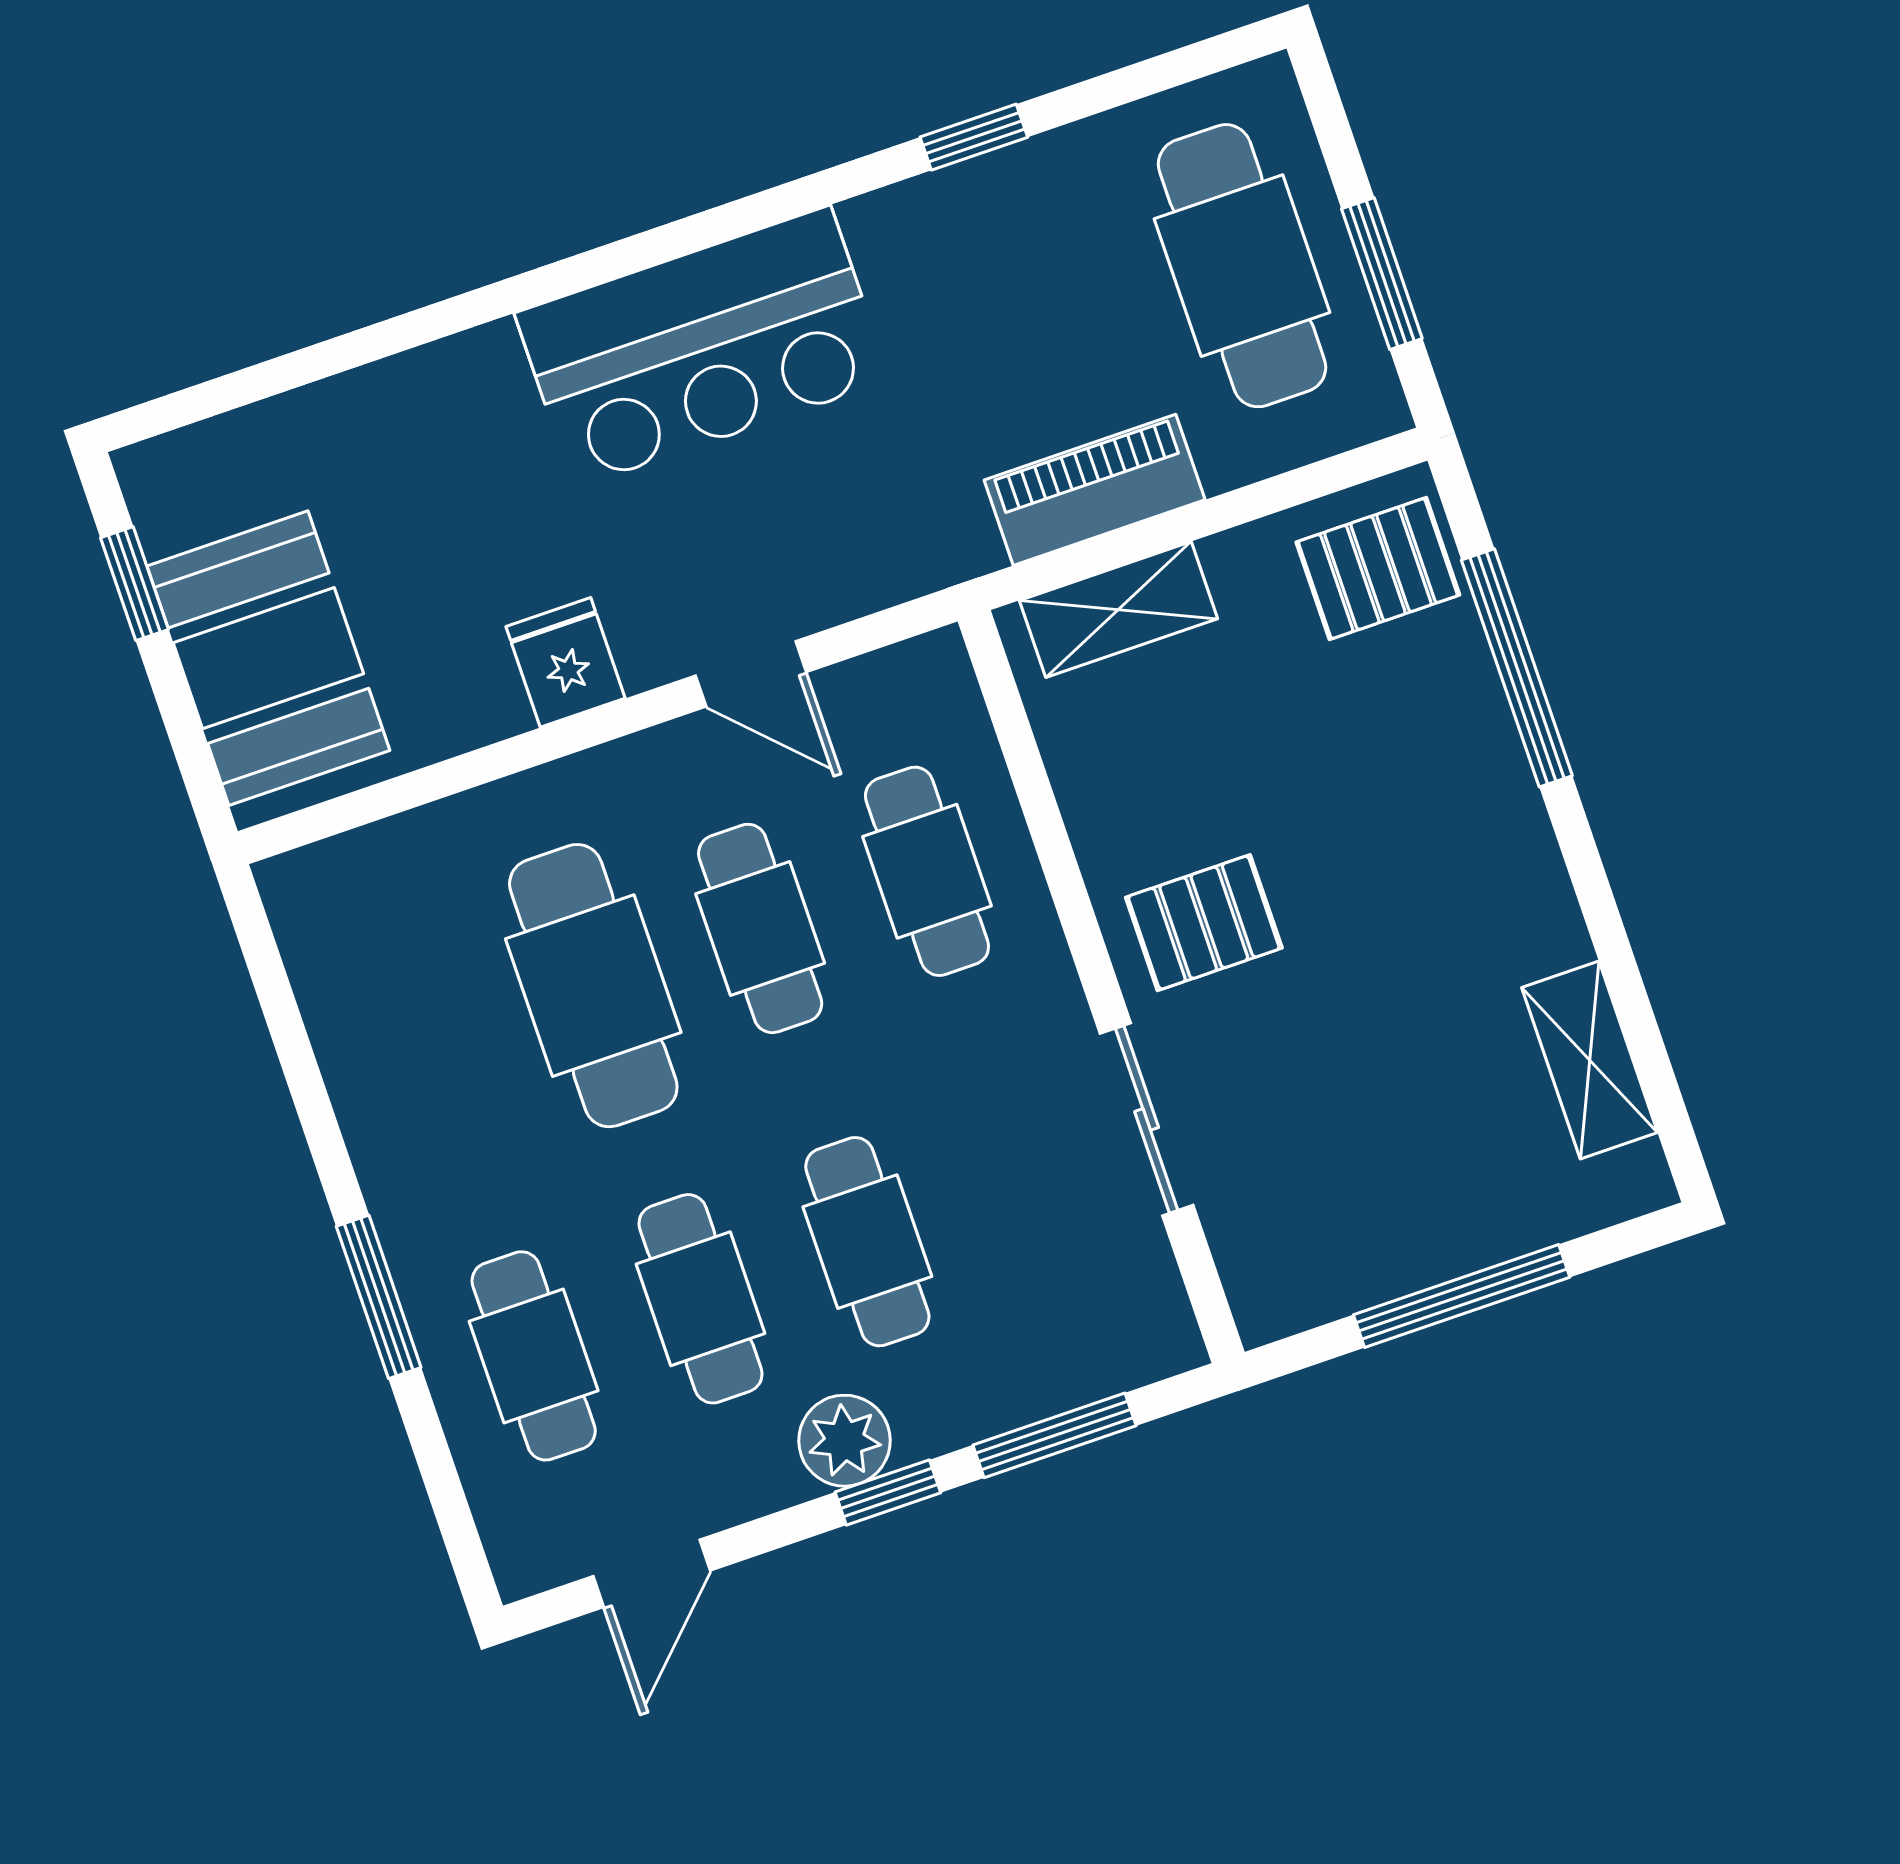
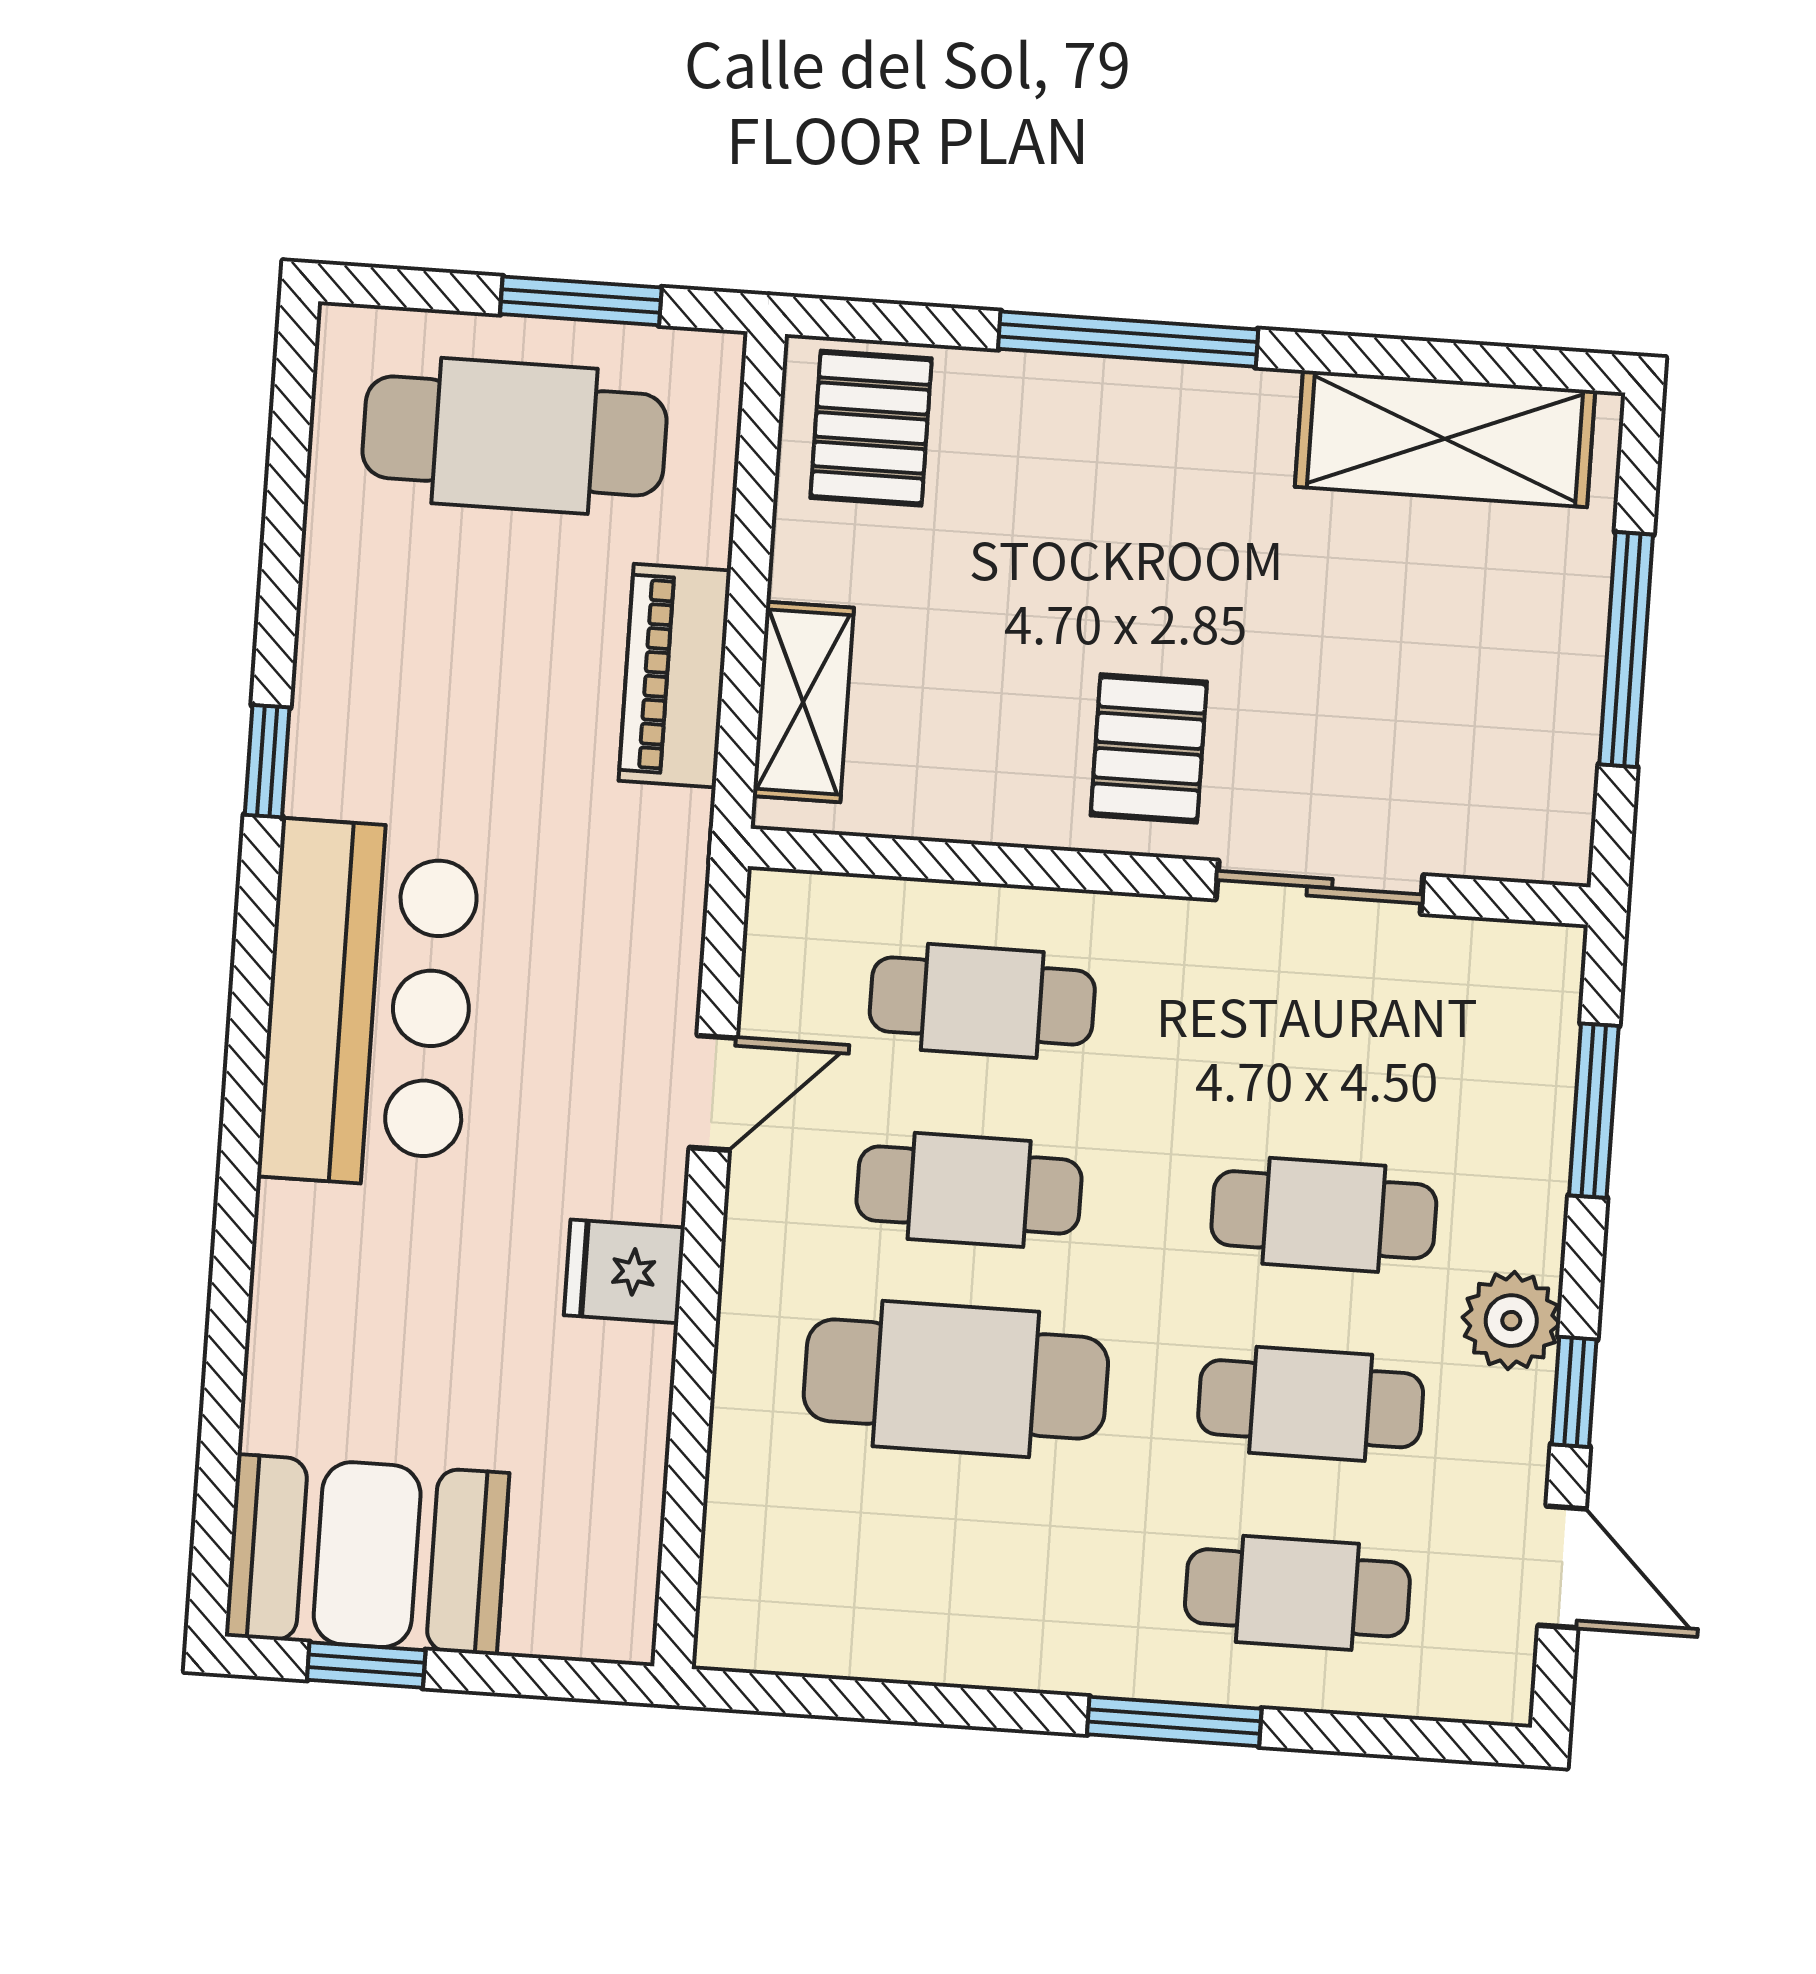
window: (974, 137) -> (267, 761), moved
booth: (268, 658) -> (367, 1555), moved
window: (1517, 668) -> (1128, 339), moved
shelving: (1590, 1060) -> (1445, 439), width x1.50, depth x1.33
window: (888, 1492) -> (1574, 1392), moved

